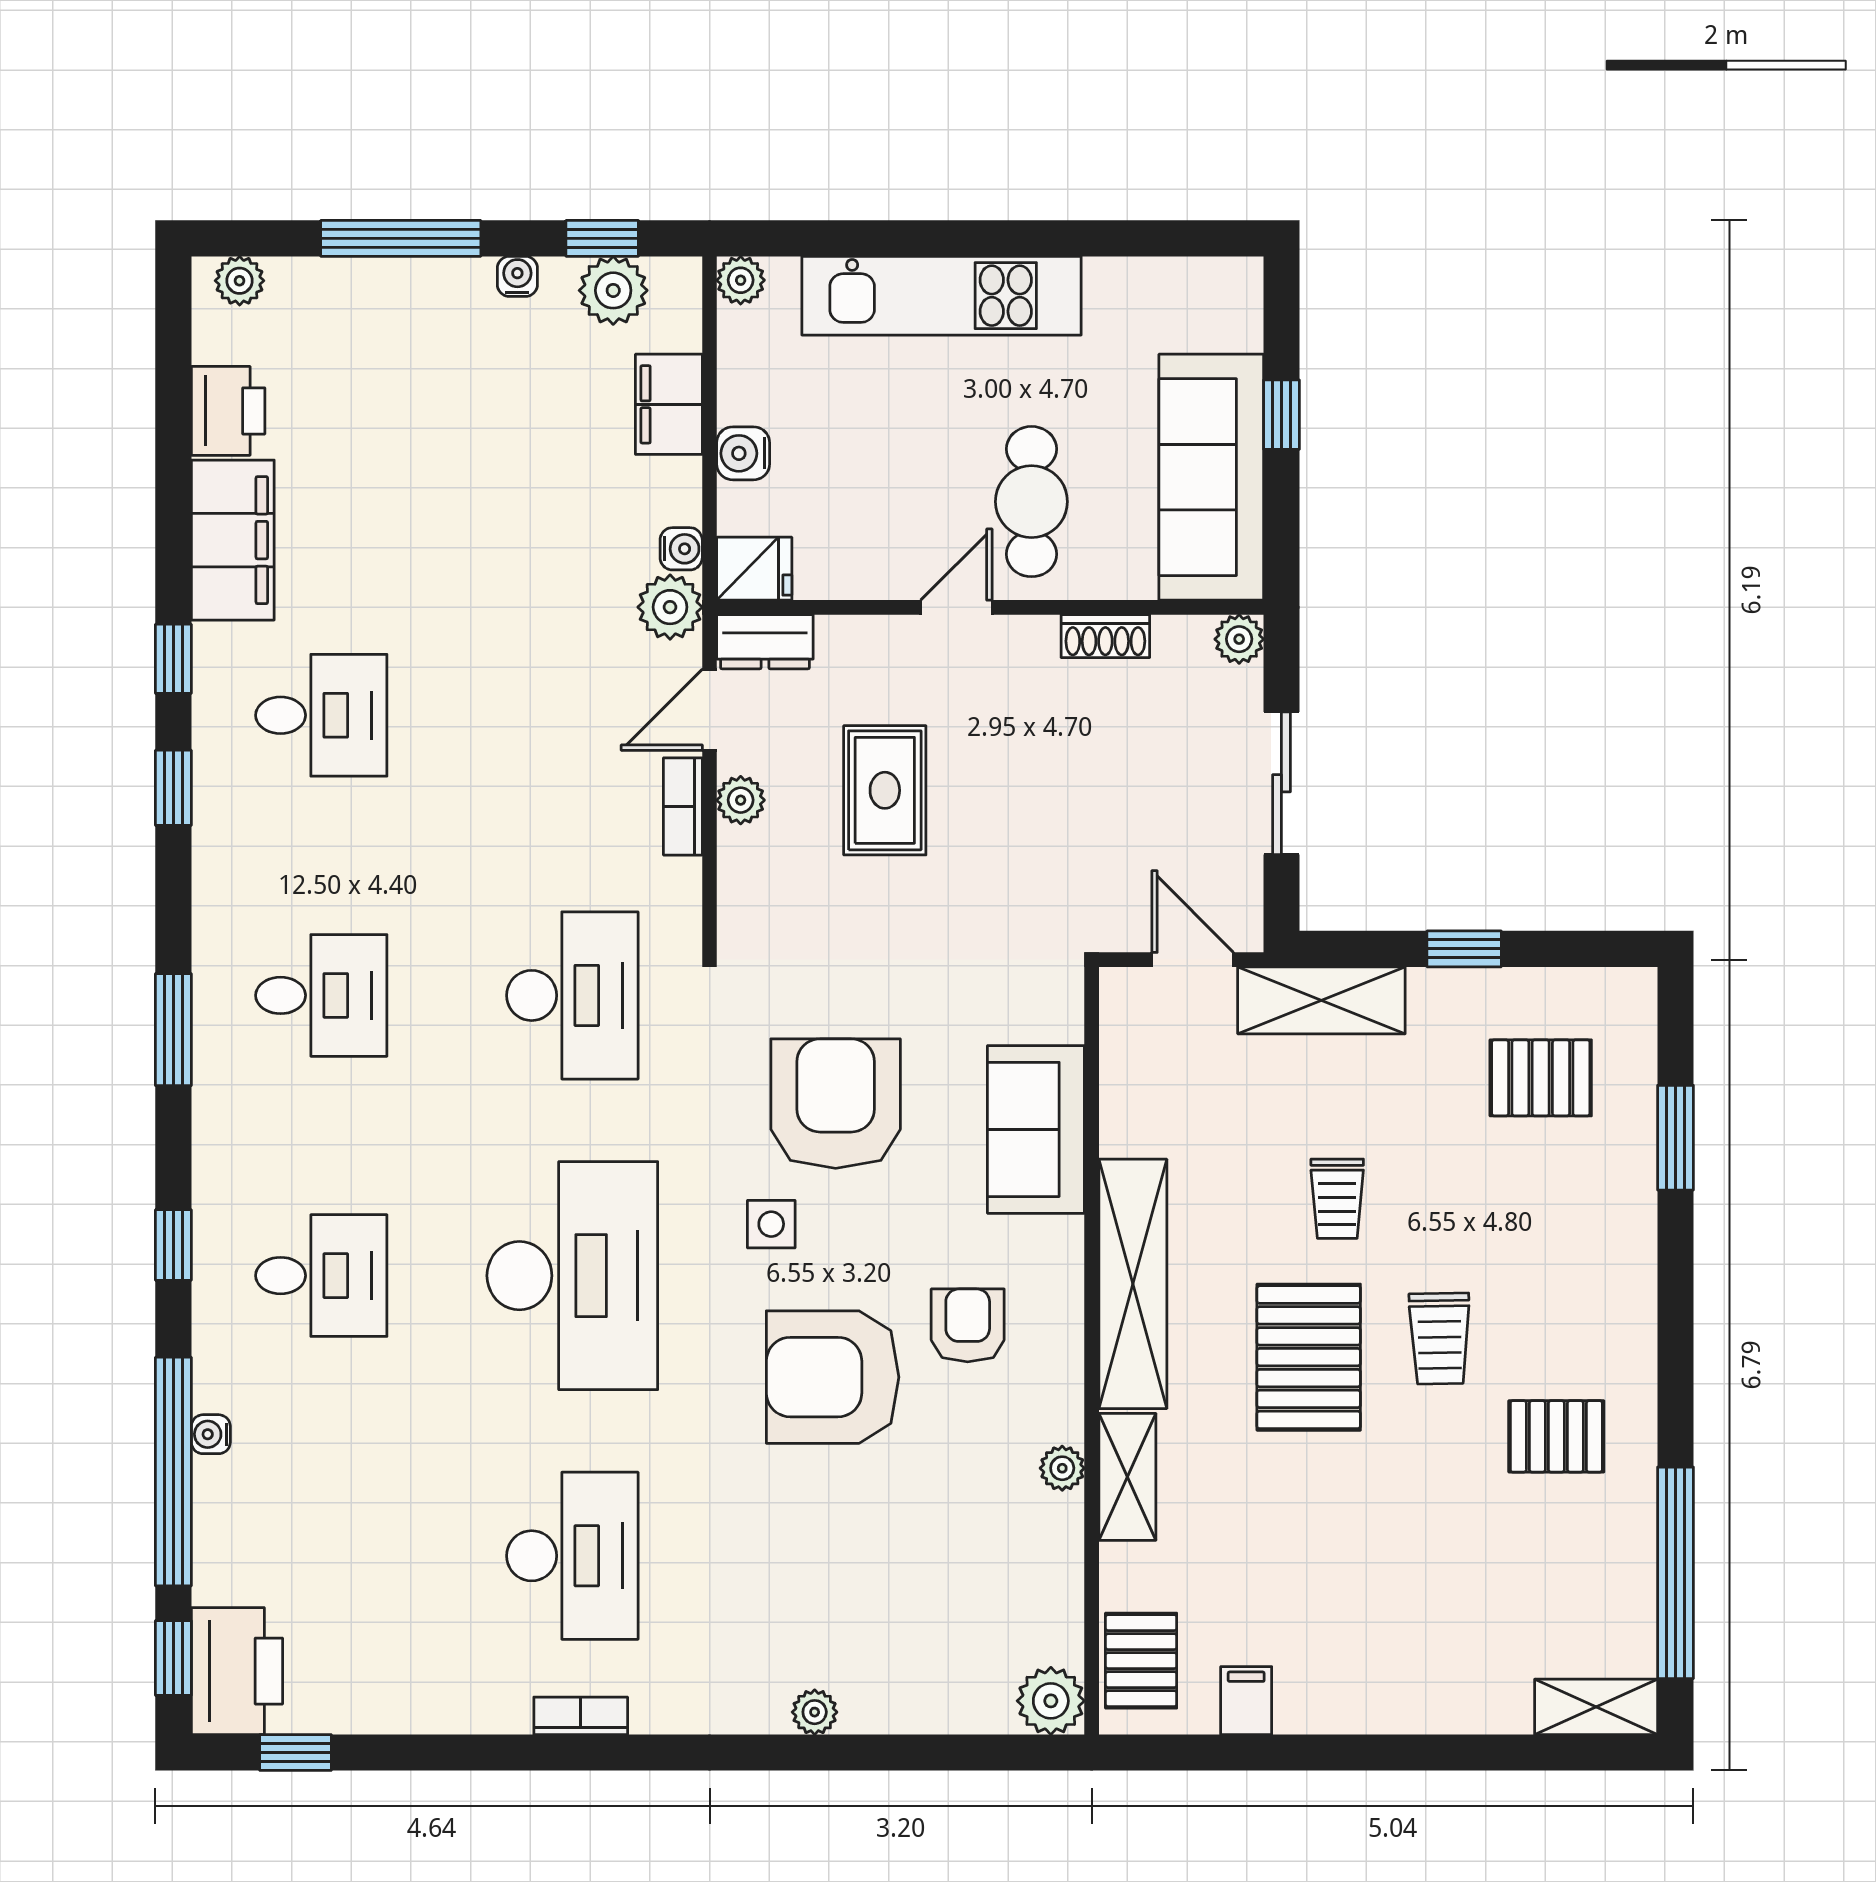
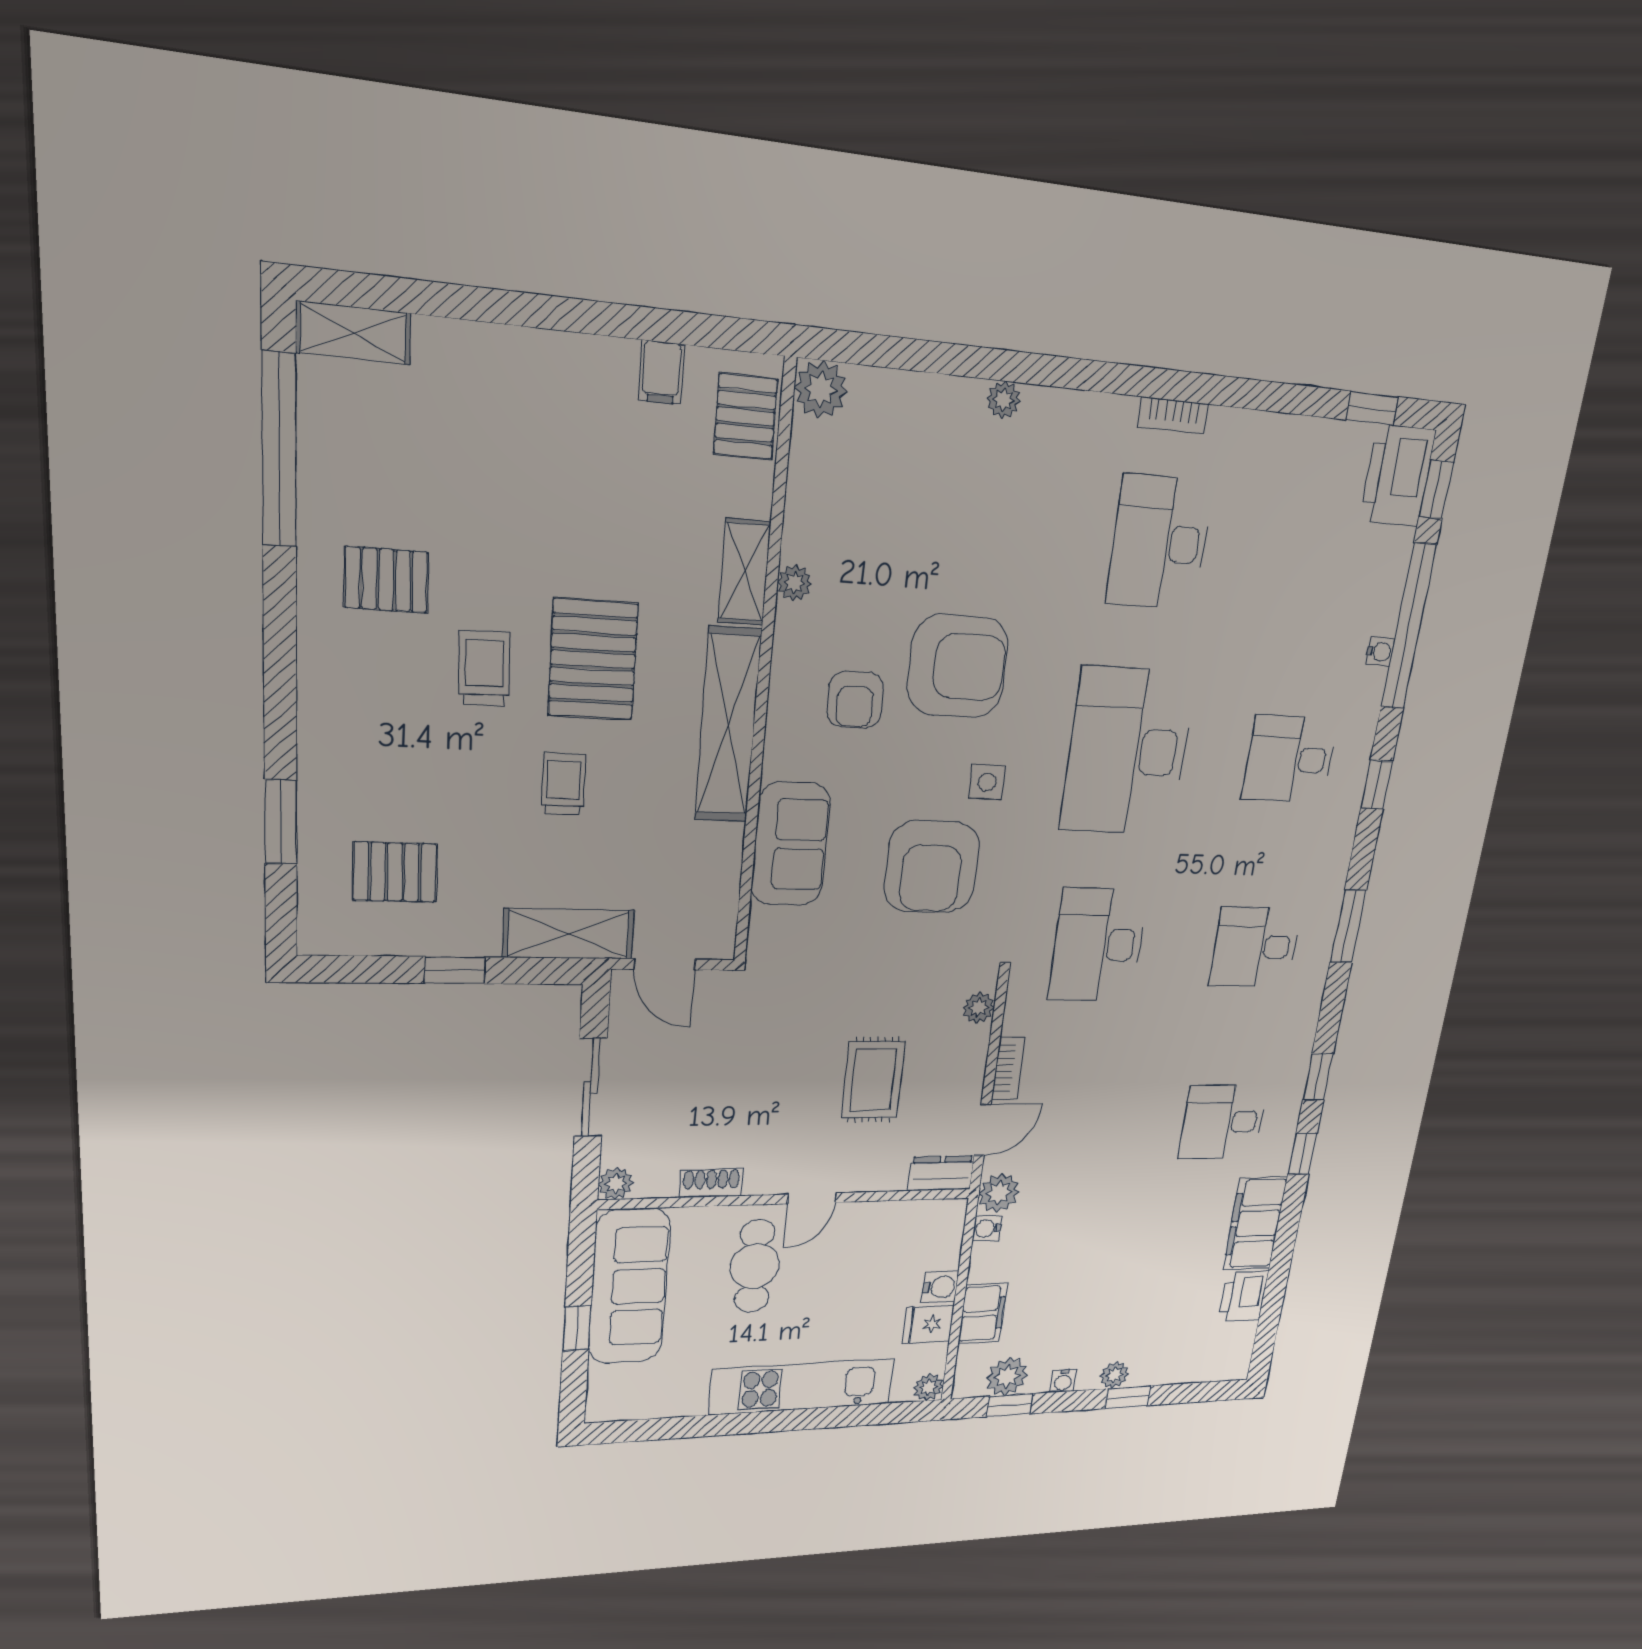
window: (401, 238) -> (1128, 1397), width x0.46
plant: (240, 281) -> (1114, 1375), moved
fridge: (754, 569) -> (928, 1324), moved
plant: (741, 800) -> (979, 1008), moved

